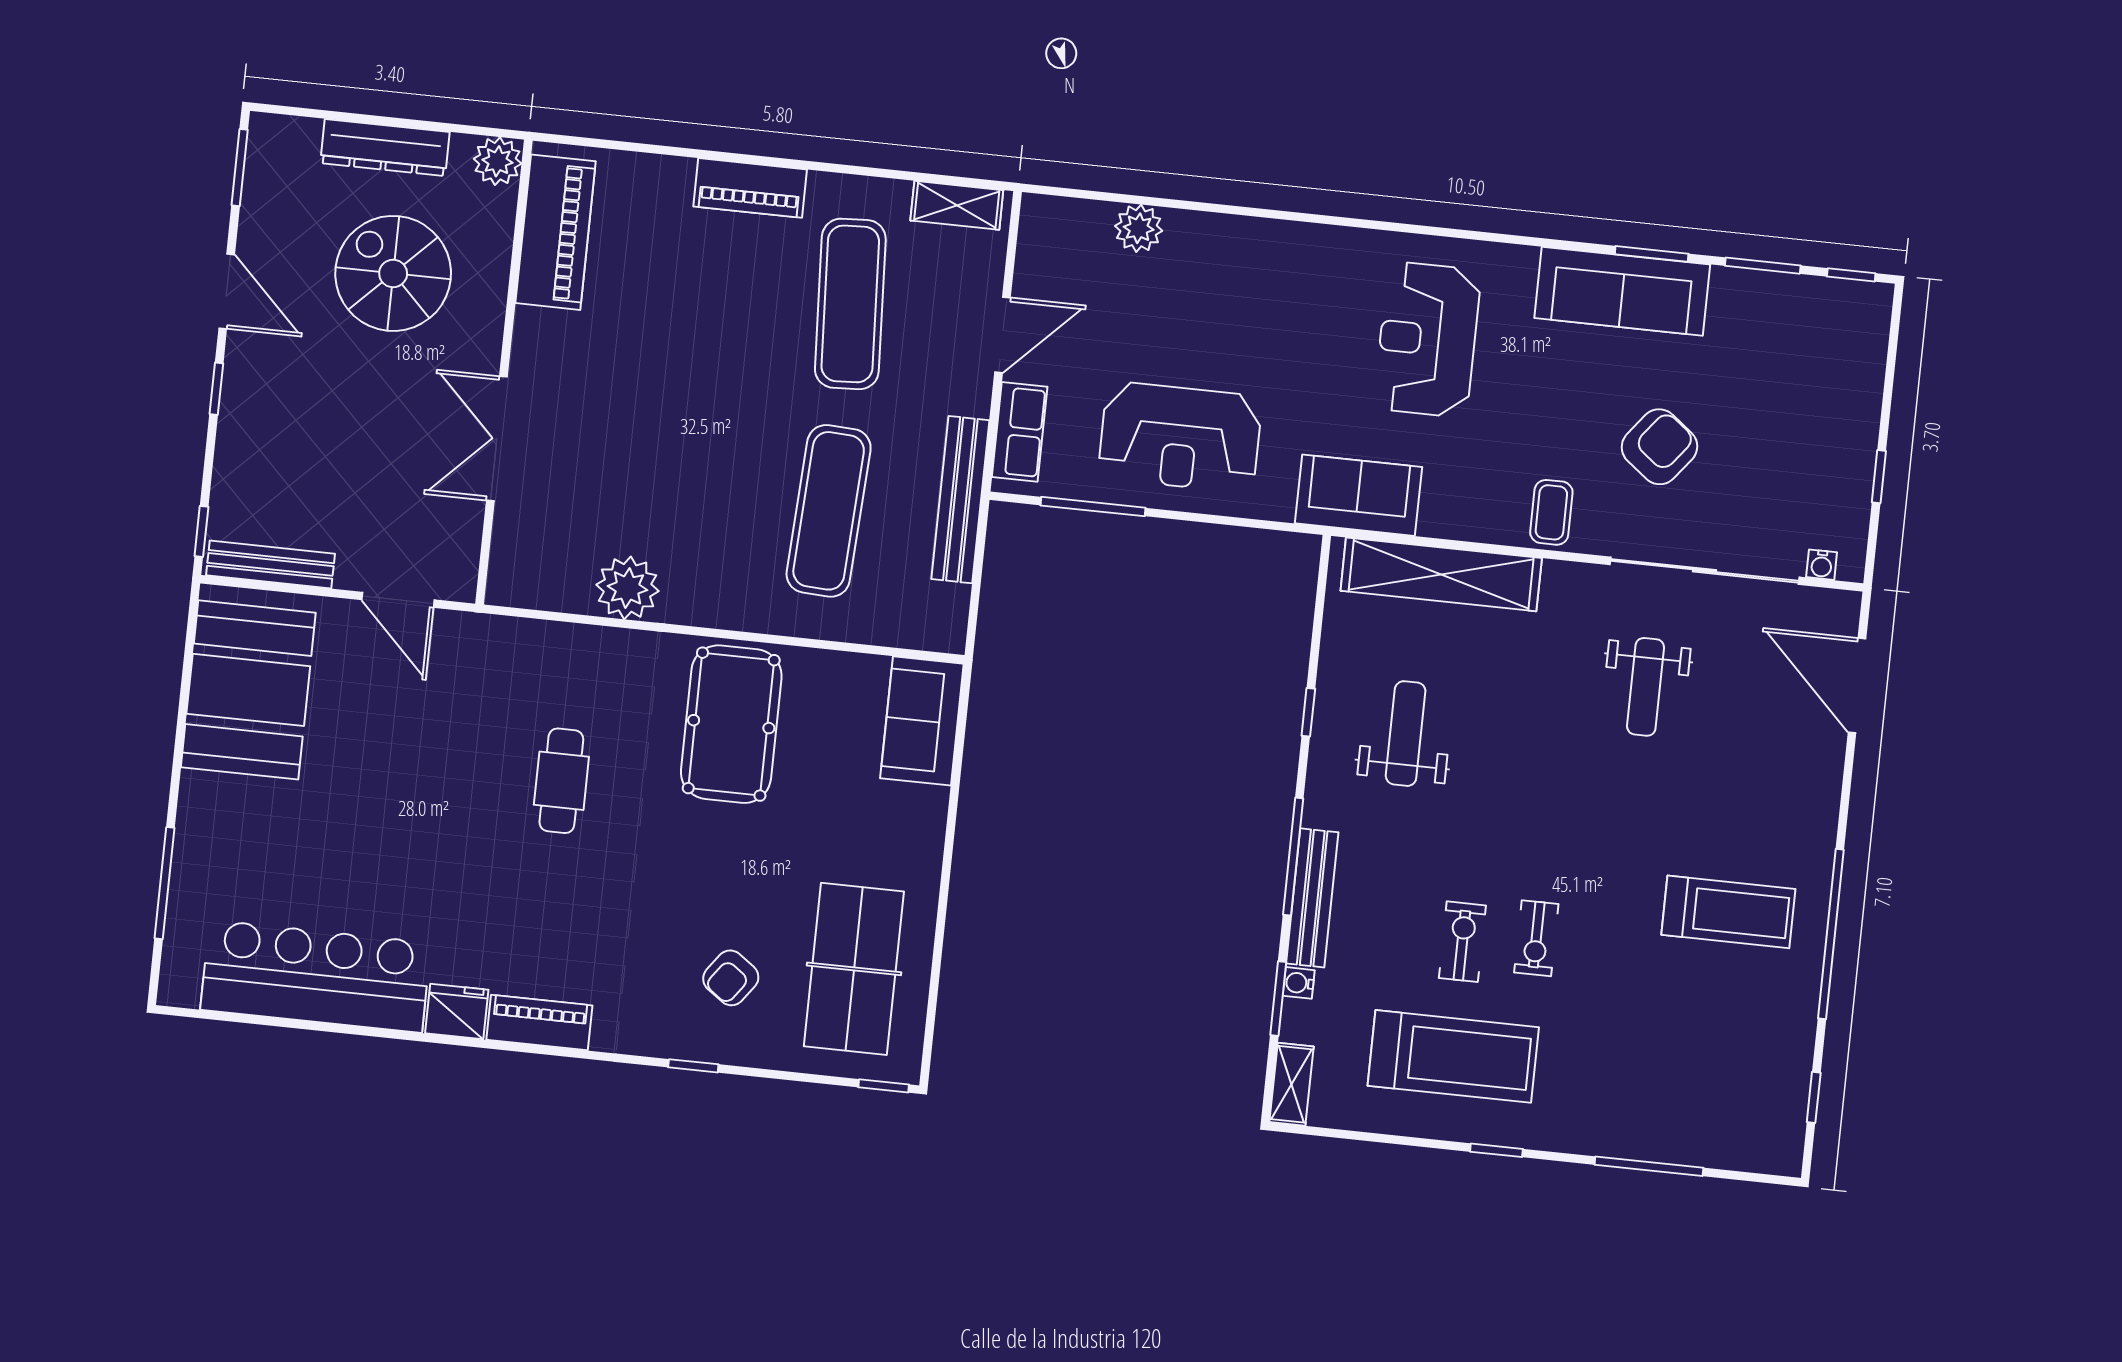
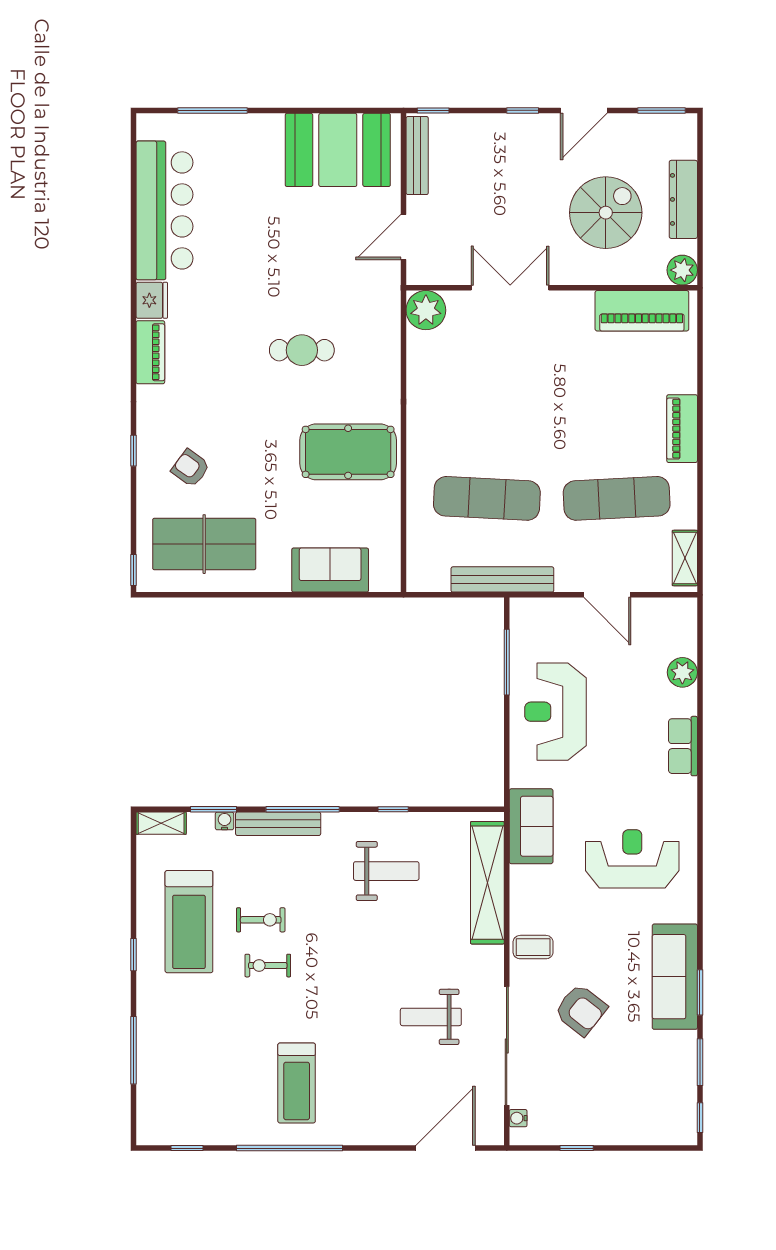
row of seats: (1020, 432) -> (683, 746), moved, turned 90
plant: (628, 588) -> (426, 310), moved
sofa: (922, 721) -> (330, 570), moved

